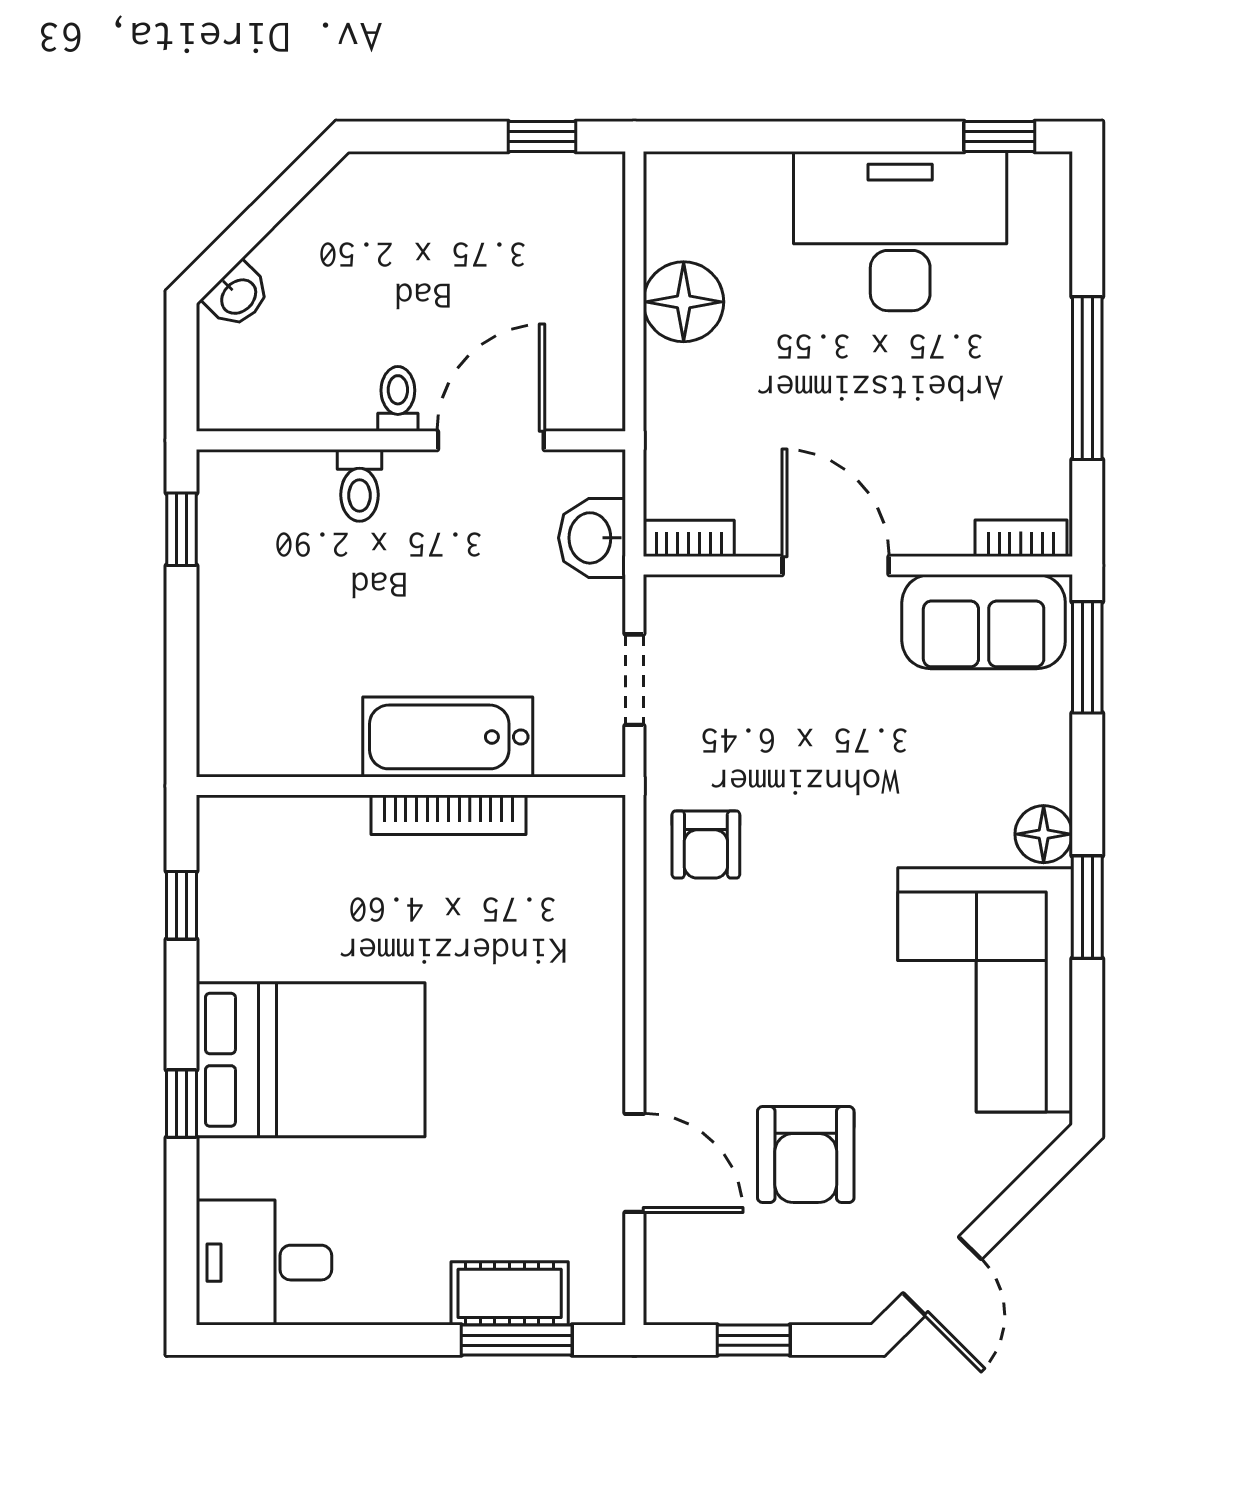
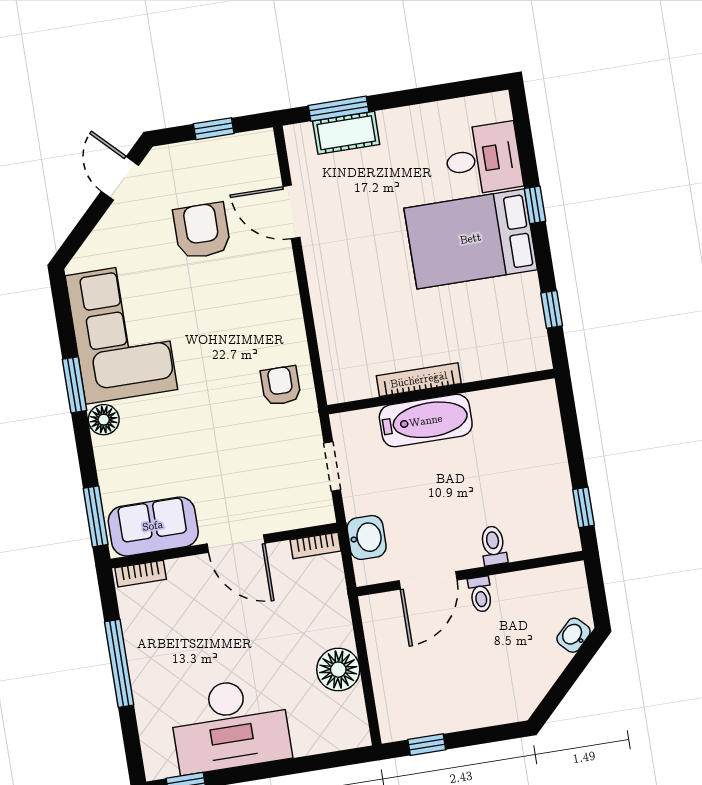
desk: (264, 1263) -> (483, 159), moved

